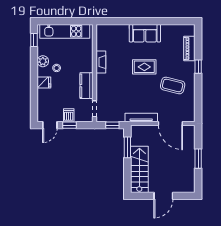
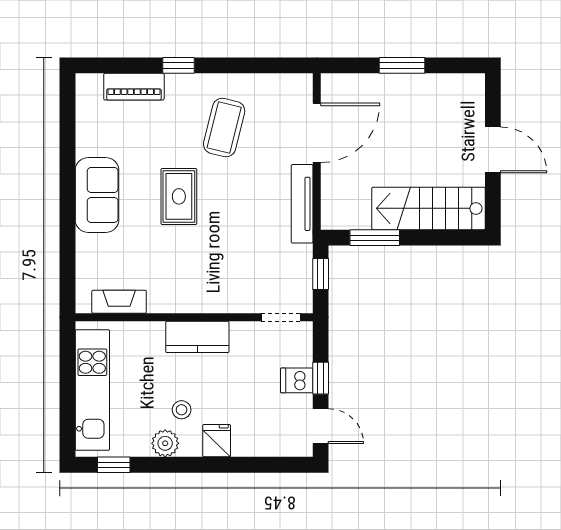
fireplace: (101, 62) -> (119, 302), moved
kitchen counter: (87, 86) -> (197, 337), moved

